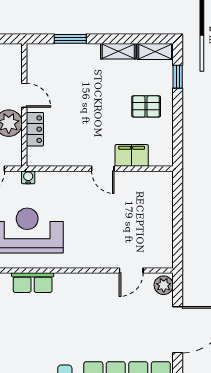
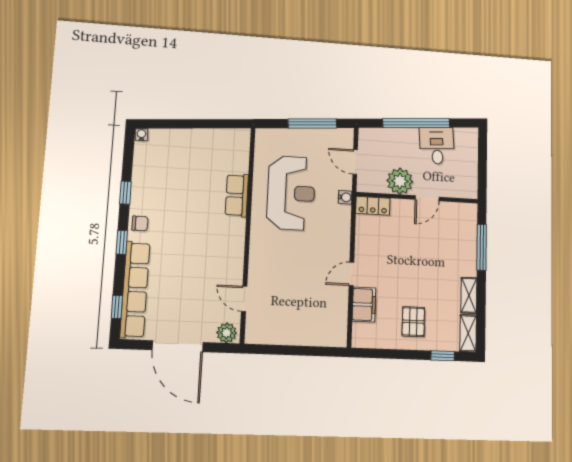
window: (70, 39) -> (482, 247), width x1.44
locker: (35, 129) -> (373, 206), moved

